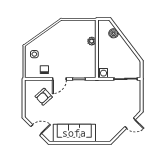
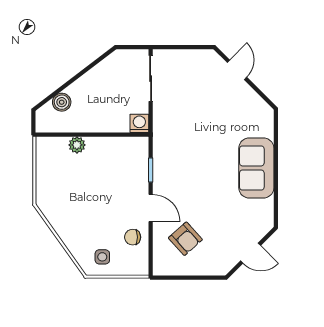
door: (36, 130) -> (251, 253), swing flipped
sofa: (74, 133) -> (256, 168), width x0.73

